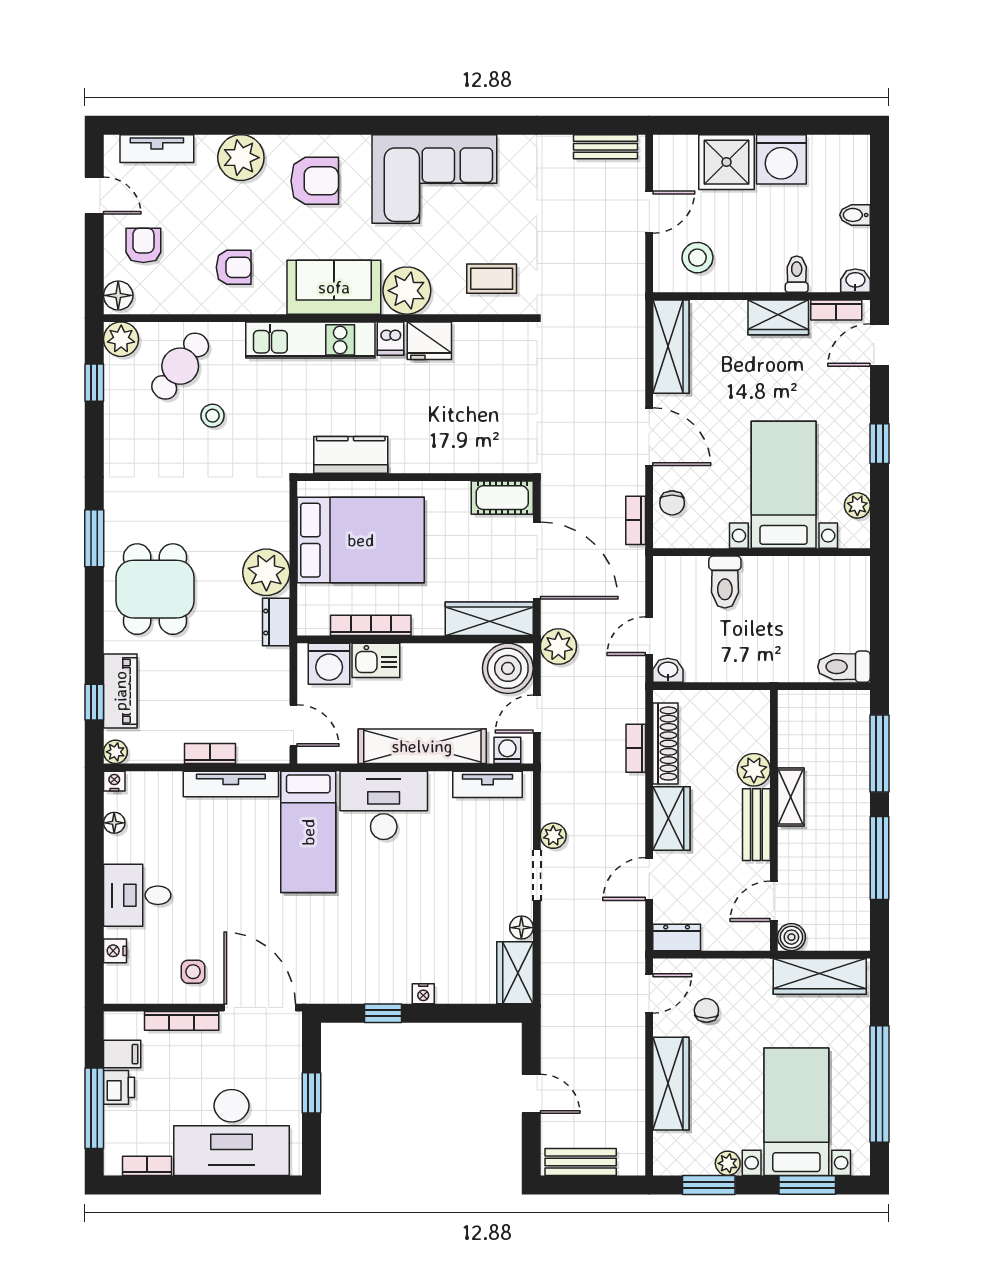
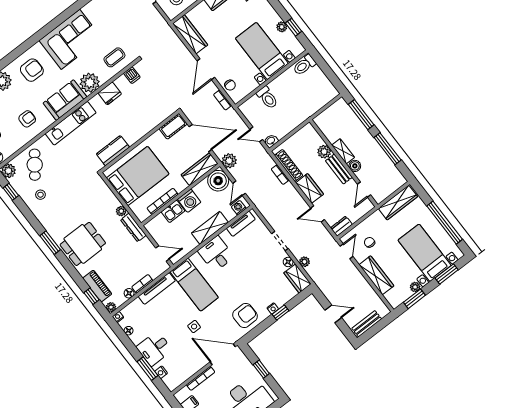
dishwasher: (391, 339) -> (132, 75), moved
stool: (213, 416) -> (40, 195), moved
door: (649, 437) -> (206, 69), swing flipped
window: (879, 444) -> (294, 27), moved
plant: (857, 505) -> (282, 27), moved
plant: (266, 572) -> (121, 211), width x0.53, depth x0.53
dining table: (155, 589) -> (83, 244), turned 90
dresser: (276, 622) -> (133, 227), width x1.44
door: (649, 636) -> (256, 134), hinge flipped
washing machine: (329, 664) -> (189, 201), moved
toilet: (844, 667) -> (304, 65), moved
shelving: (422, 746) -> (210, 228), width x0.68
floor lamp: (171, 752) -> (129, 293), added
desk: (384, 805) -> (216, 254), width x0.73
plant: (553, 836) -> (304, 262), moved
door: (649, 879) -> (318, 214), hinge flipped
window: (94, 924) -> (147, 369), added
boiler: (791, 937) -> (355, 166), moved
armchair: (360, 966) -> (245, 316), added
side table: (193, 972) -> (194, 327), moved
window: (383, 1013) -> (281, 313), moved

